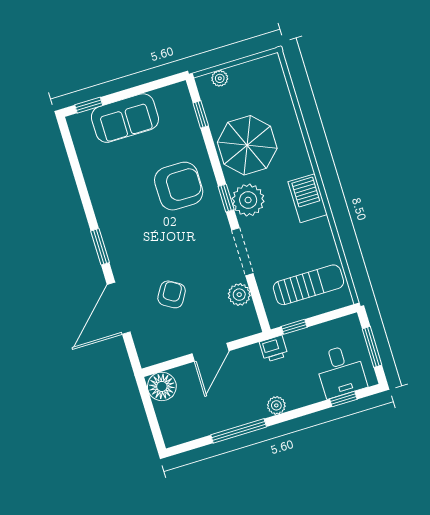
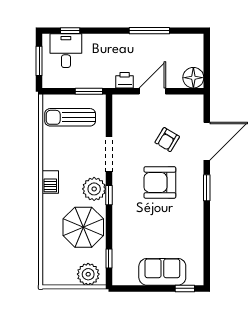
plant: (220, 78) -> (88, 274), width x1.88, depth x1.88
armchair: (179, 186) -> (160, 182), moved
barbecue: (308, 198) -> (50, 182), width x0.73, depth x0.79
plant: (239, 295) -> (120, 125), removed
window: (294, 327) -> (89, 91), width x1.50
printer: (274, 349) -> (125, 80), moved
plant: (276, 405) -> (118, 40), removed

